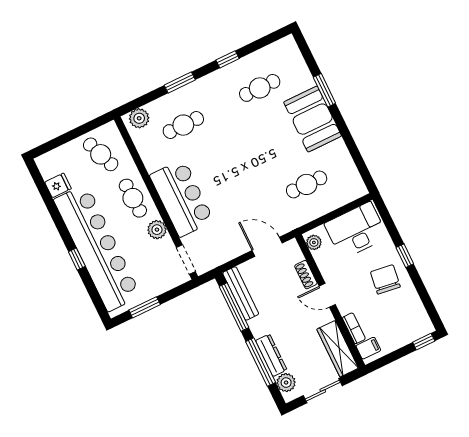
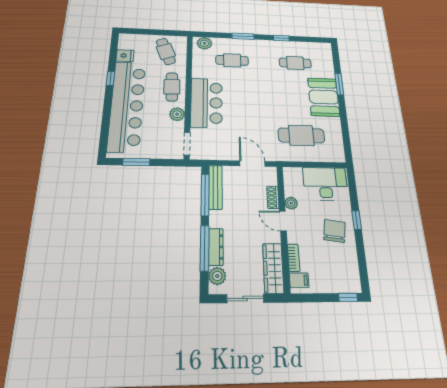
cafe table: (307, 184) -> (301, 135), width x1.37, depth x1.35
plant: (314, 242) -> (291, 203), moved
window: (77, 259) -> (110, 78), moved

